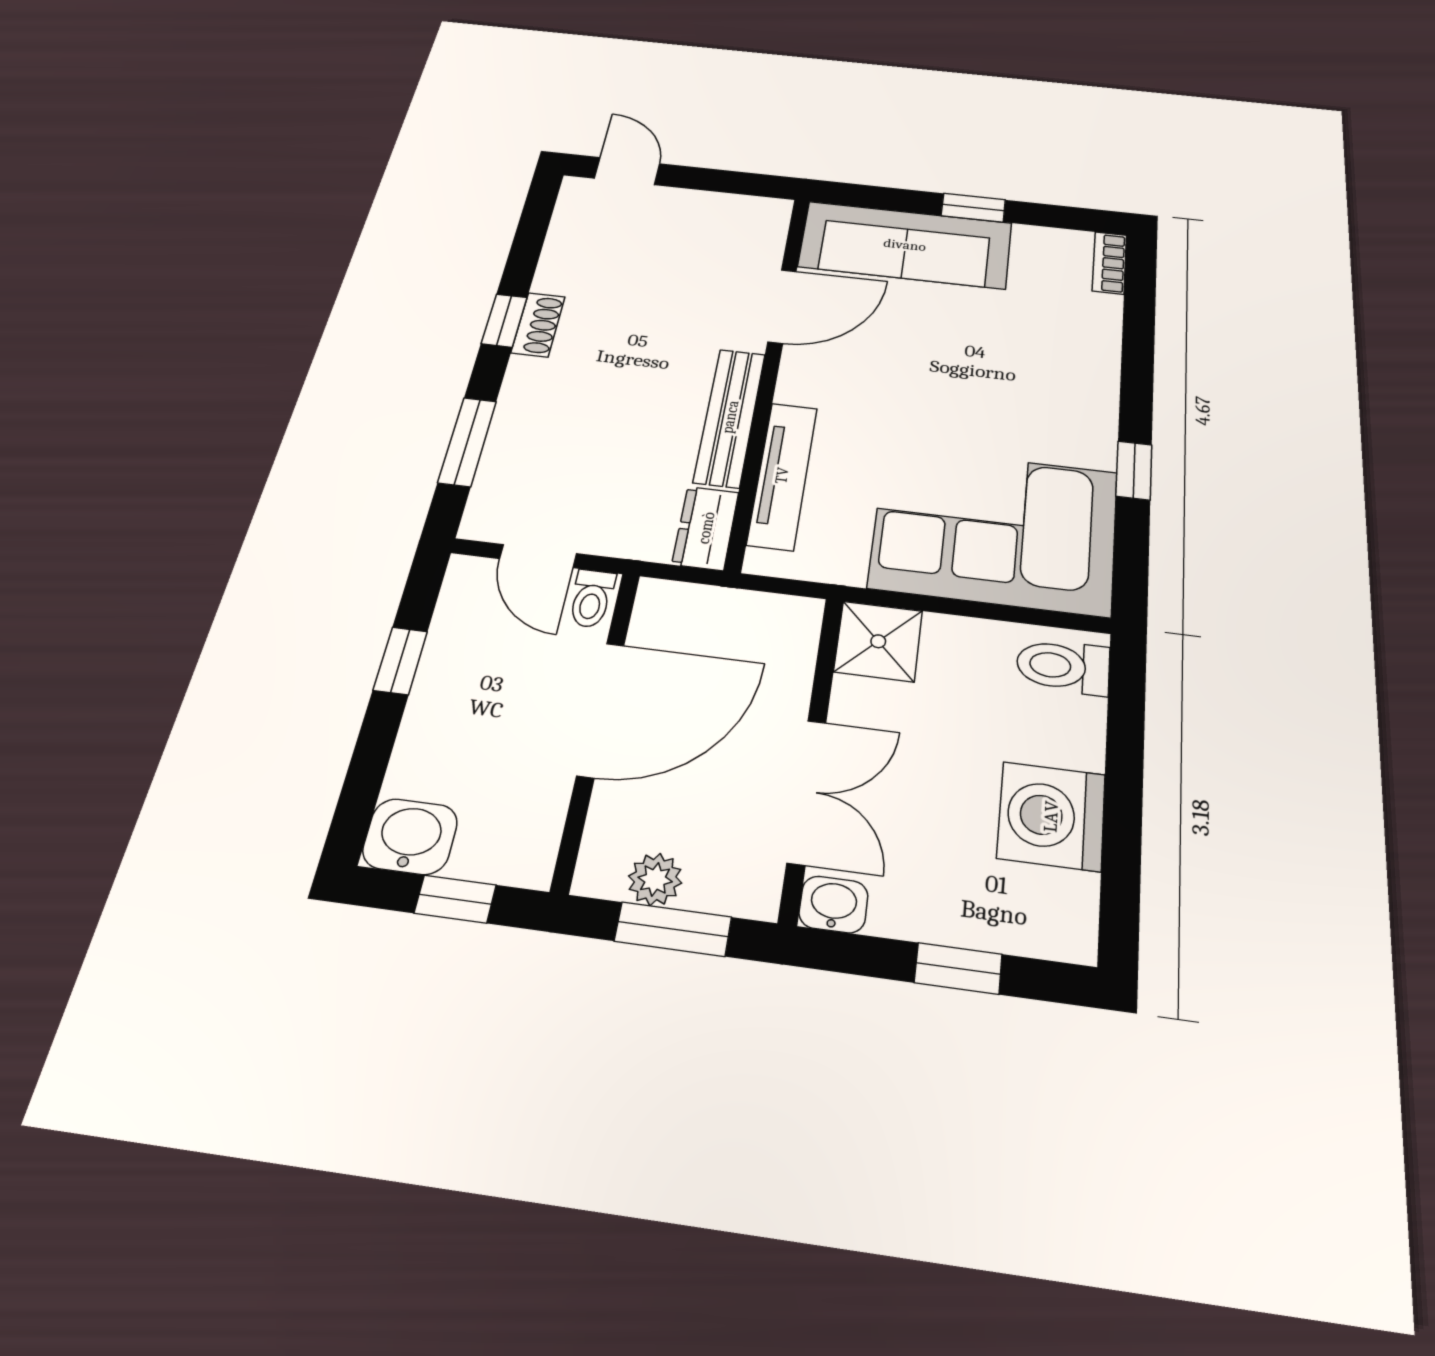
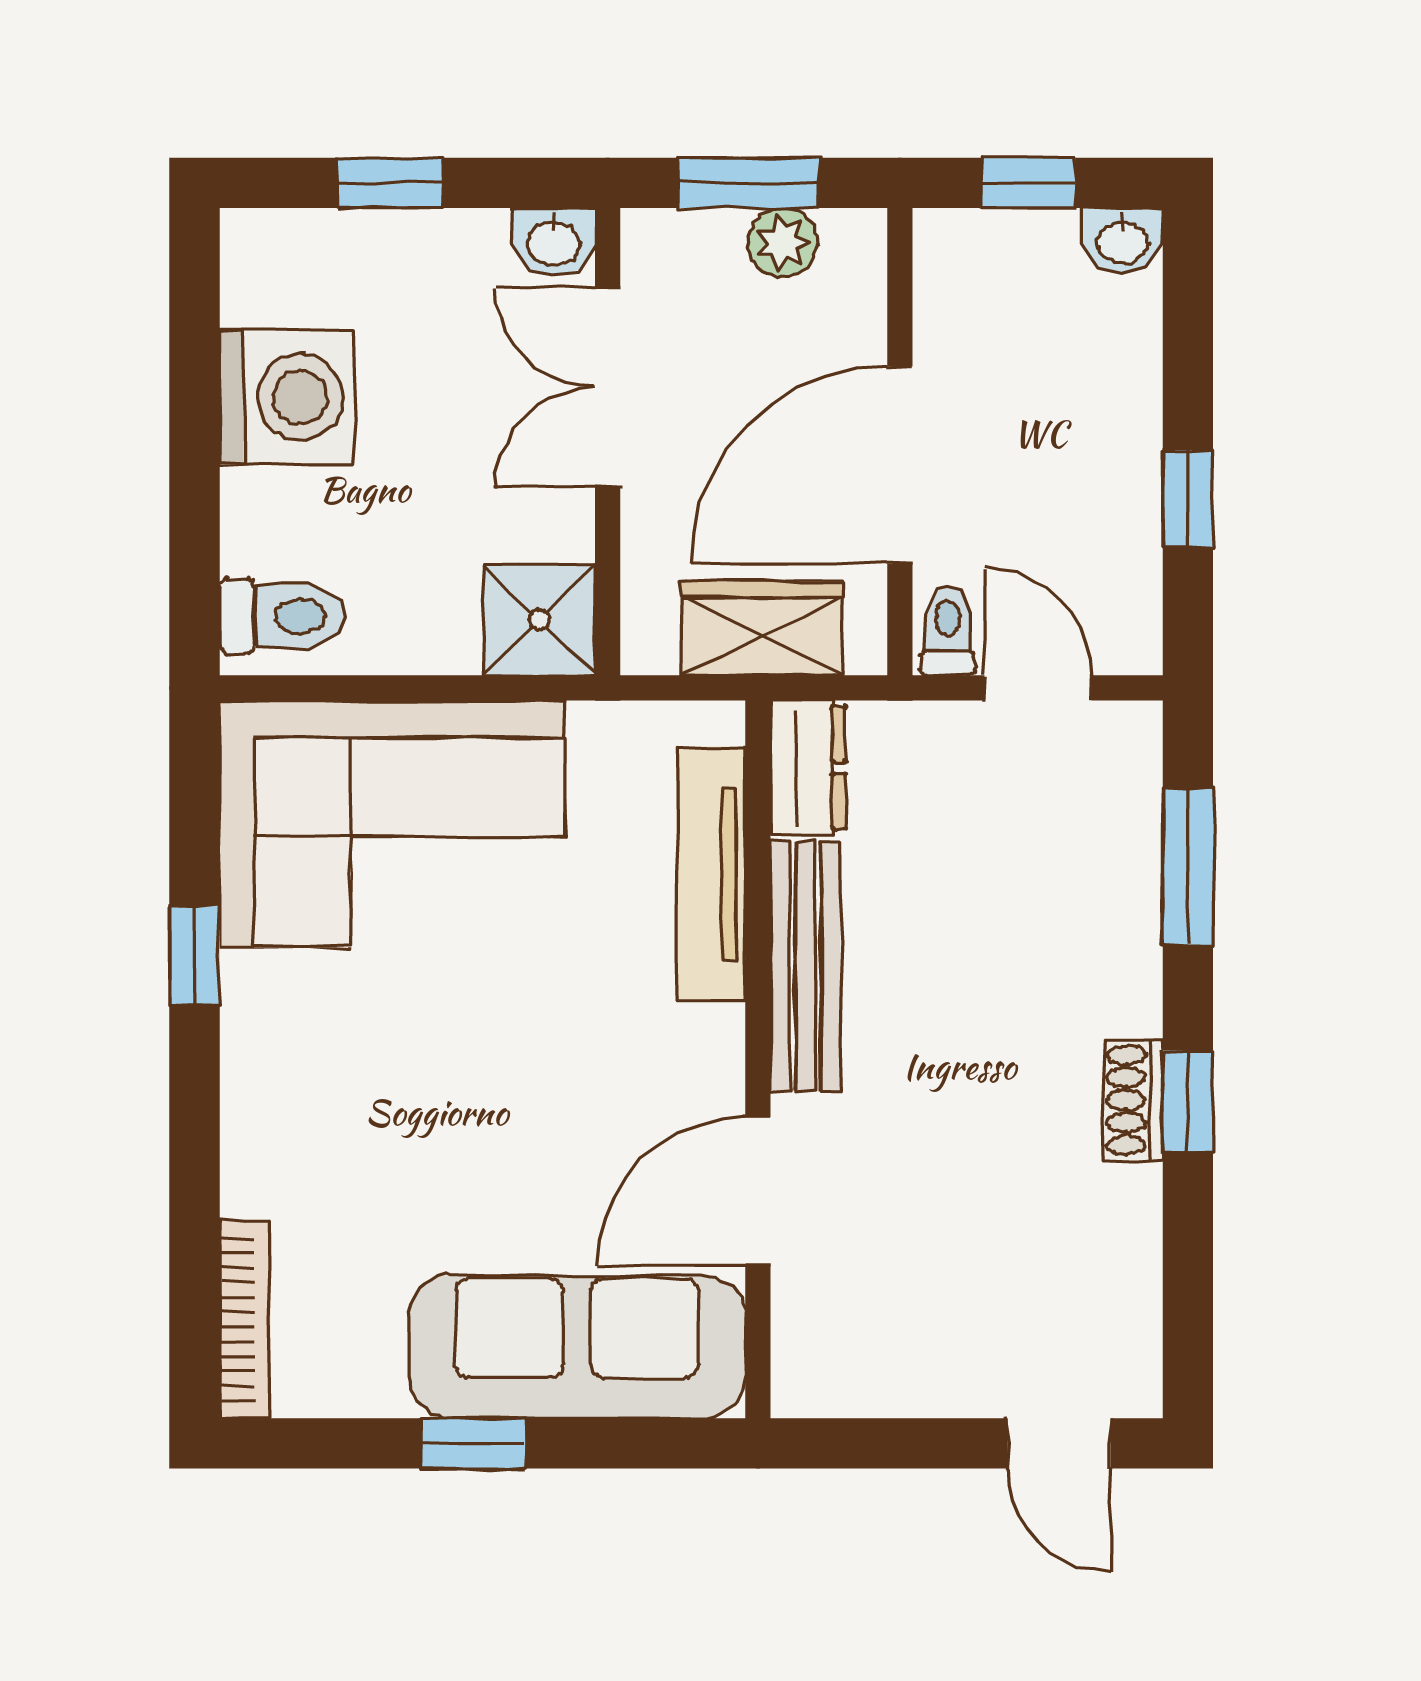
bookcase: (1109, 263) -> (245, 1319), width x1.56
wardrobe: (721, 616) -> (762, 629), added
washbasin: (410, 836) -> (1122, 241), width x0.72, depth x0.69

